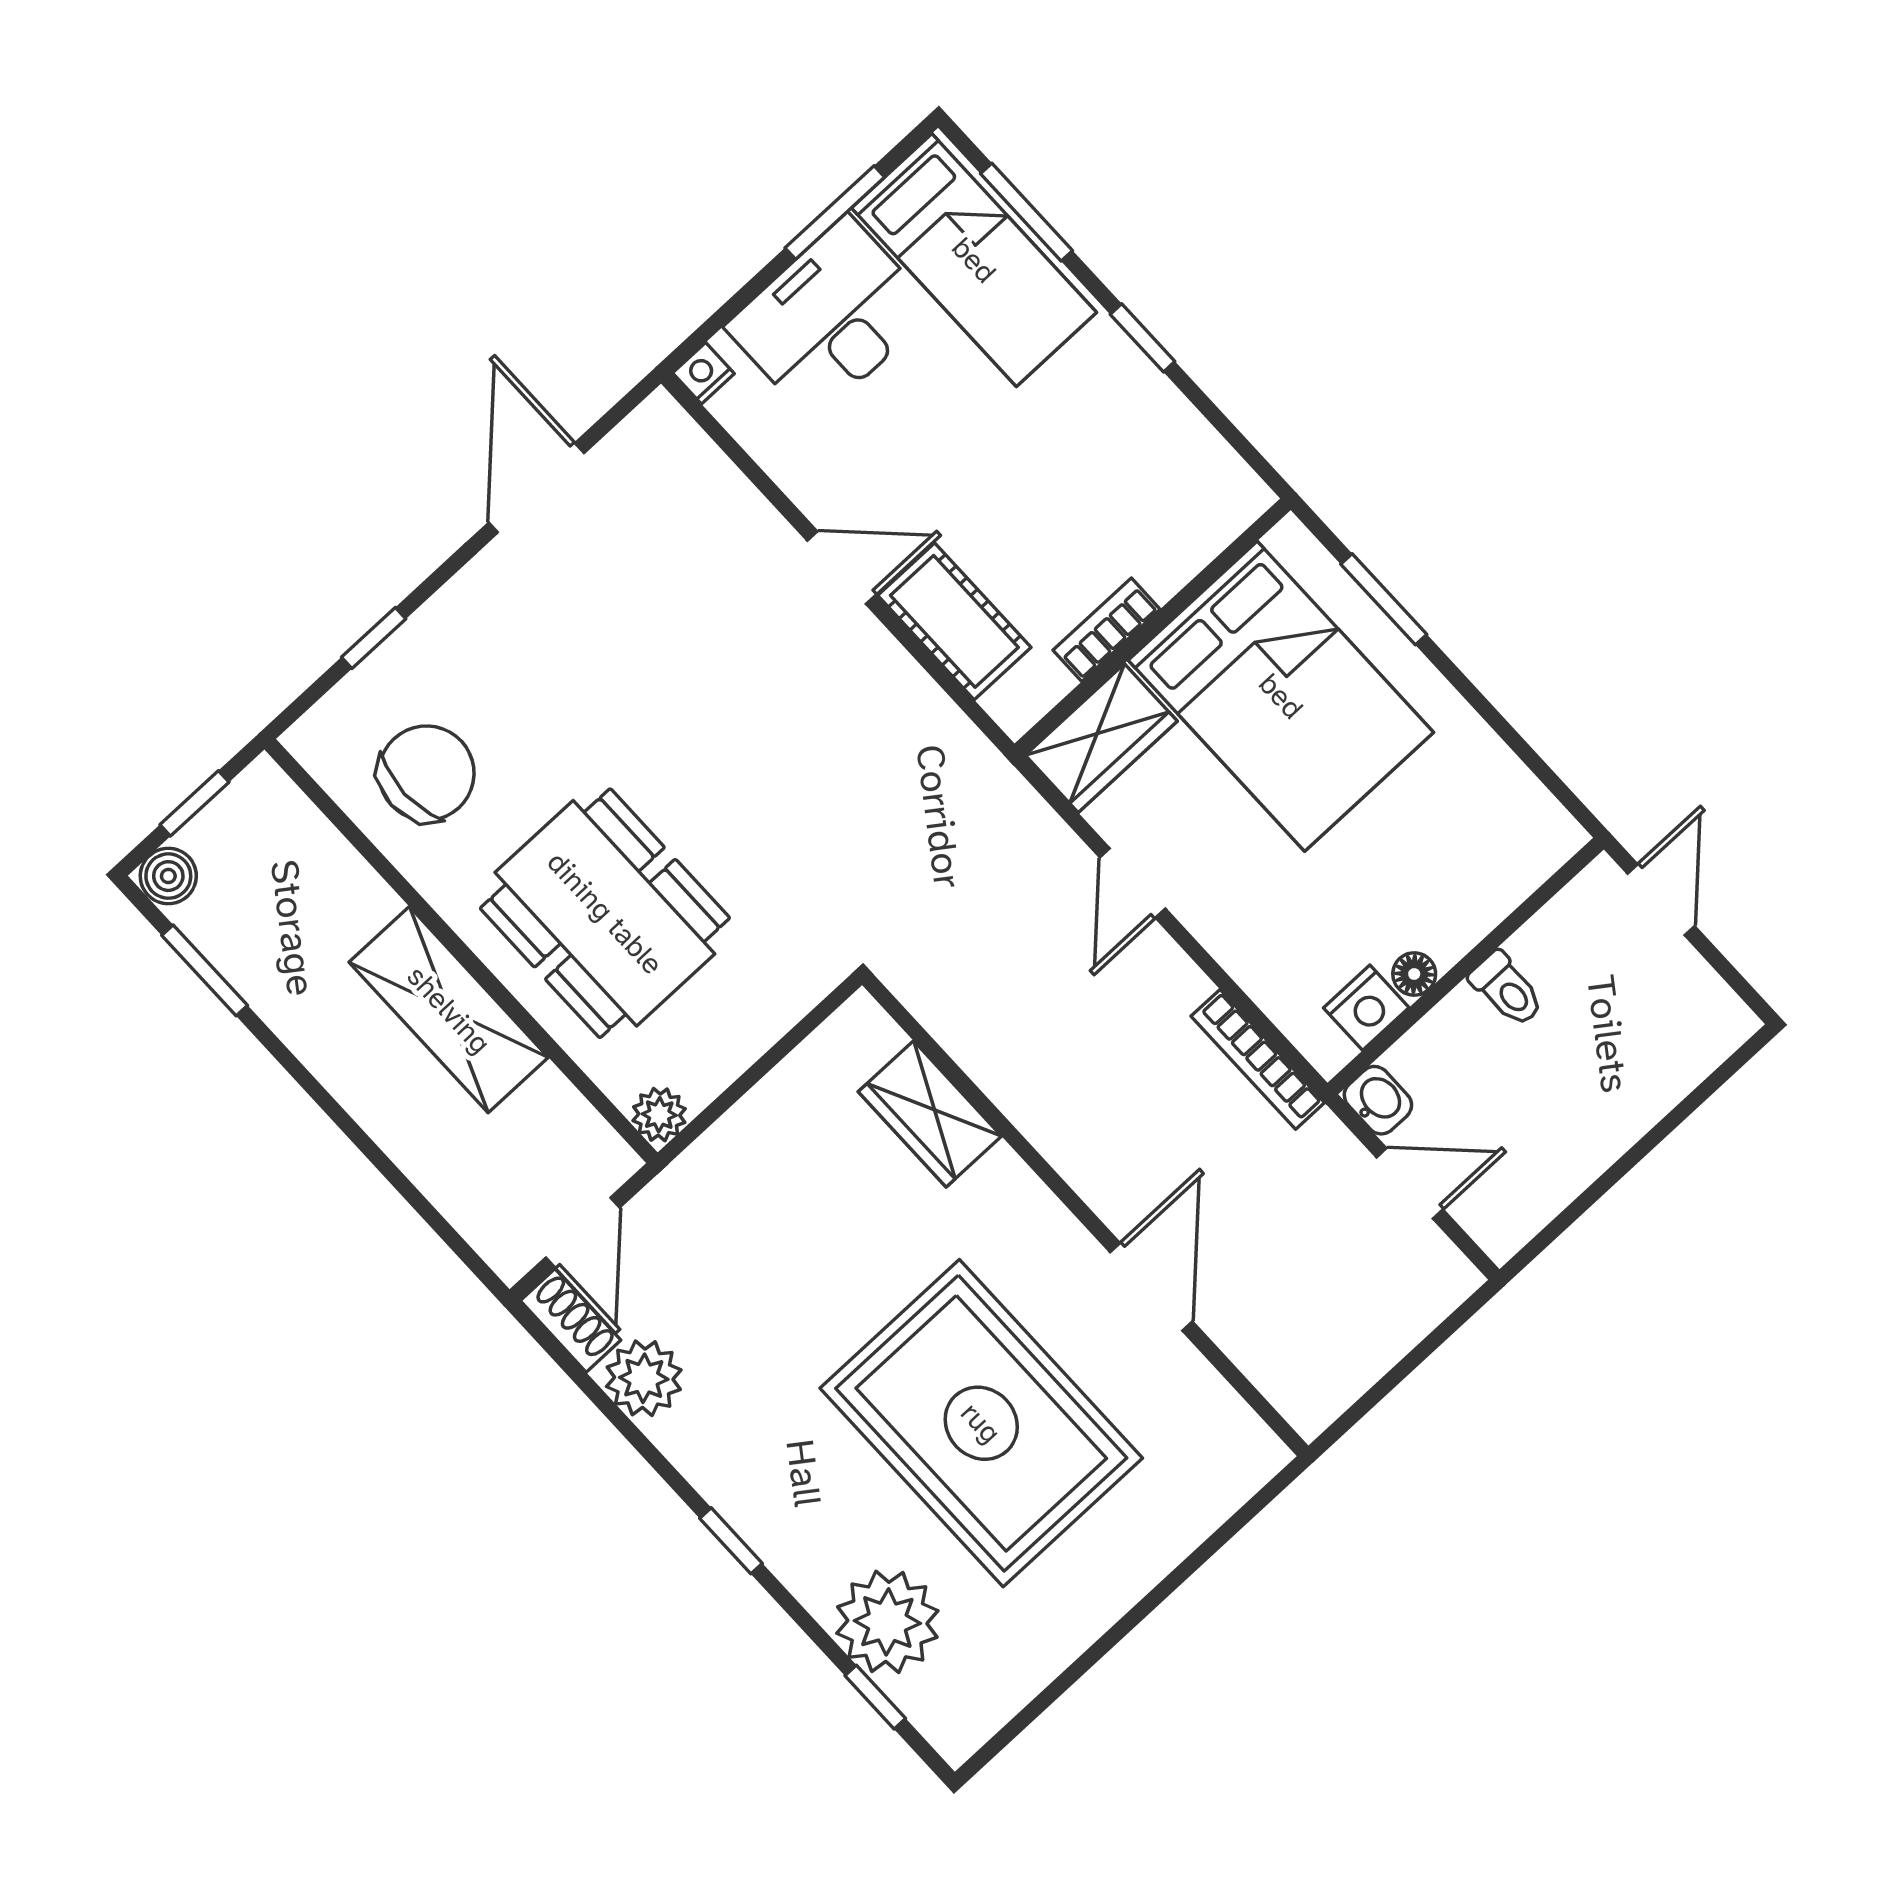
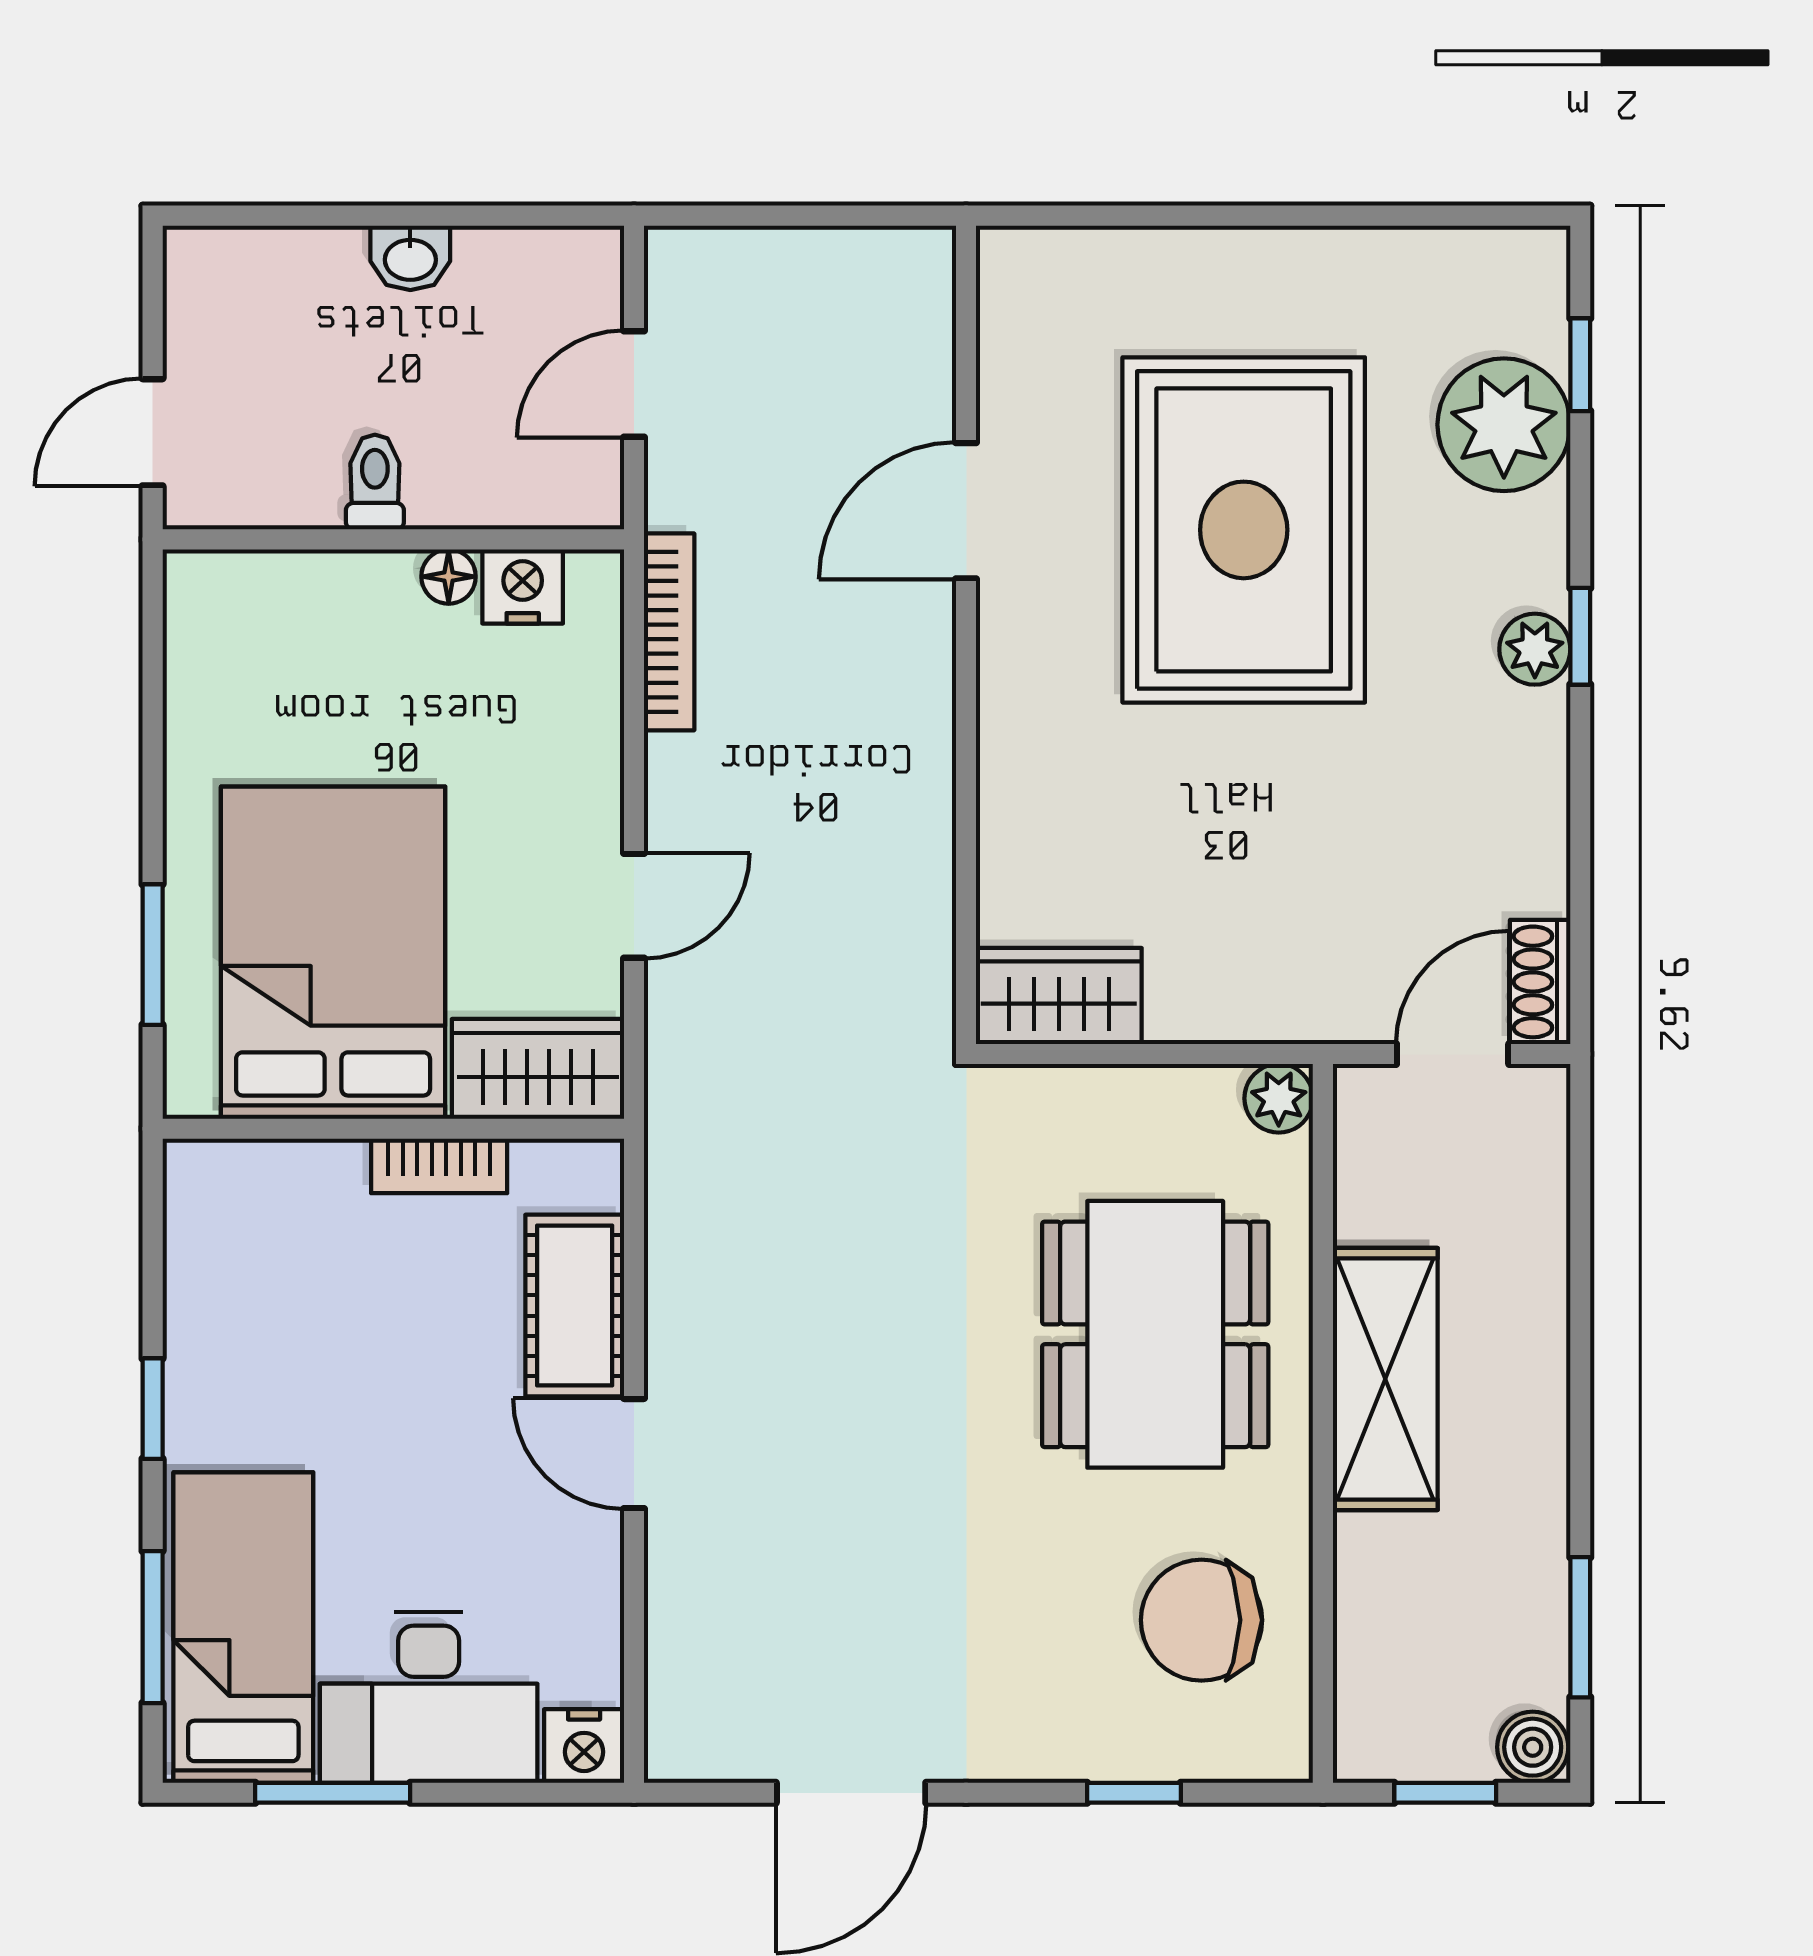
nightstand: (703, 373) -> (584, 1746), width x1.39, depth x1.35
washbasin: (1378, 1100) -> (410, 258), moved, turned -90
wardrobe: (930, 1114) -> (1059, 996), moved, turned -90
door: (1410, 1183) -> (634, 384), hinge flipped
plant: (644, 1378) -> (1535, 649), moved, width x0.73, depth x0.73

